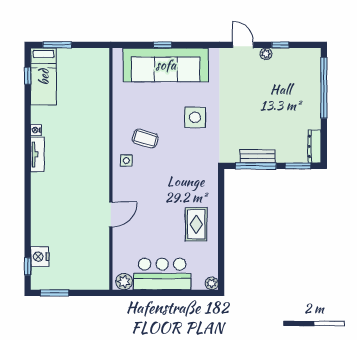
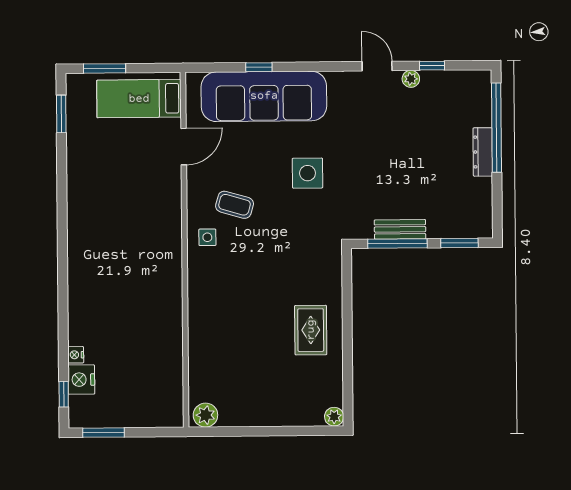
window: (28, 76) -> (61, 114), width x1.50
bed: (44, 77) -> (139, 99), moved, turned 90
nightstand: (36, 130) -> (76, 355), moved
dresser: (314, 146) -> (483, 152), moved
tv unit: (37, 154) -> (77, 229), removed
door: (111, 214) -> (184, 147), moved
bar counter: (162, 274) -> (261, 403), removed

